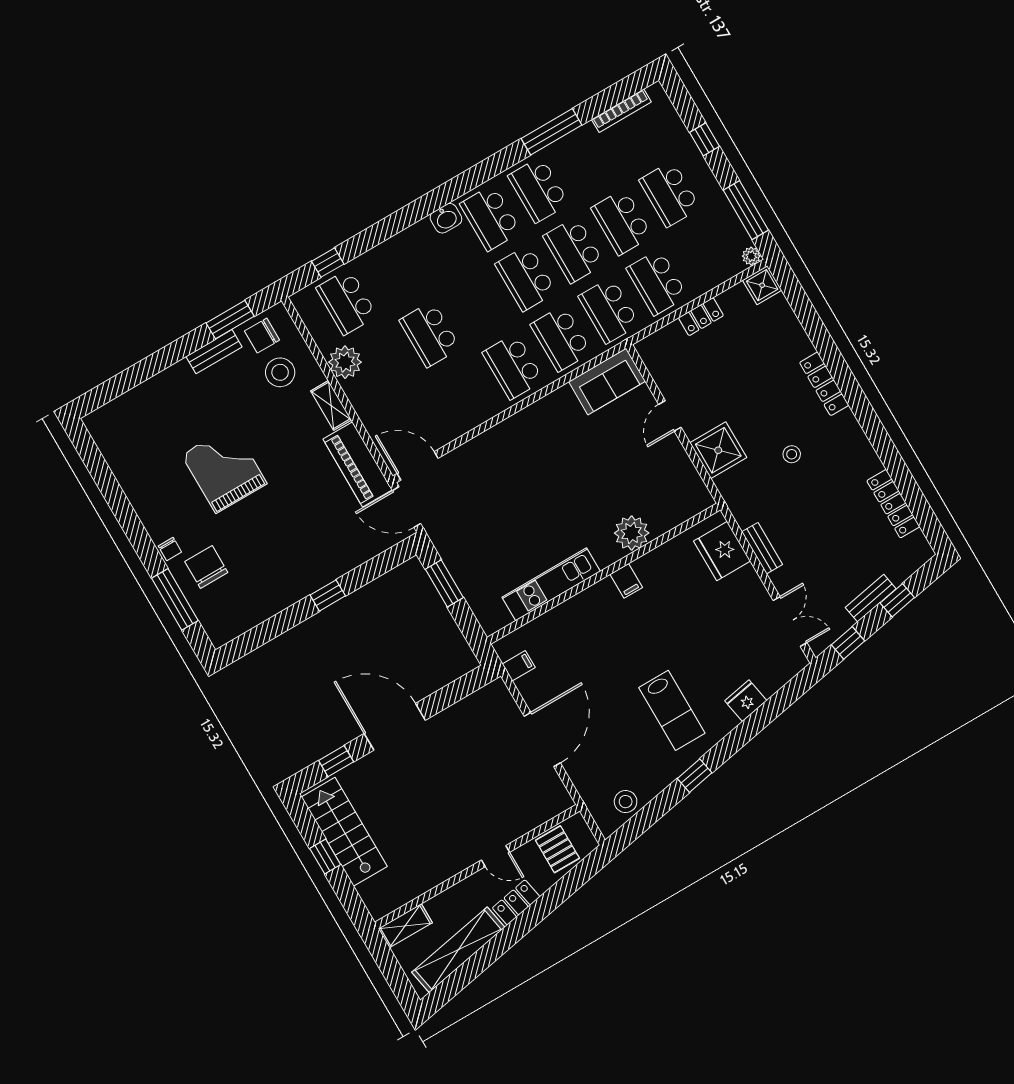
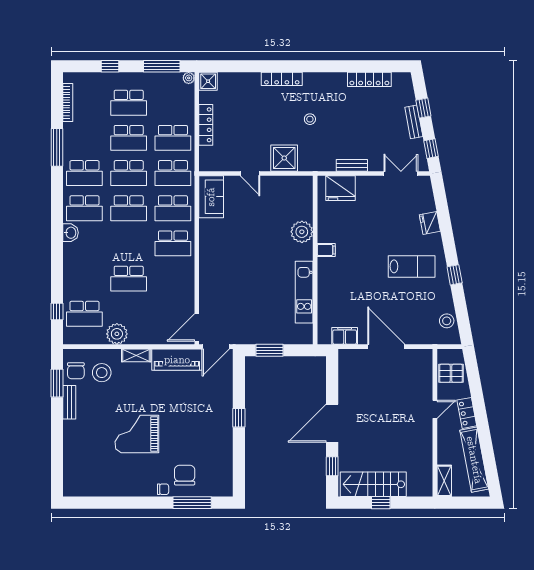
locker: (701, 317) -> (206, 125), width x1.53
chair: (206, 567) -> (185, 475), turned 90
filing cabinet: (519, 666) -> (345, 336), width x2.00

